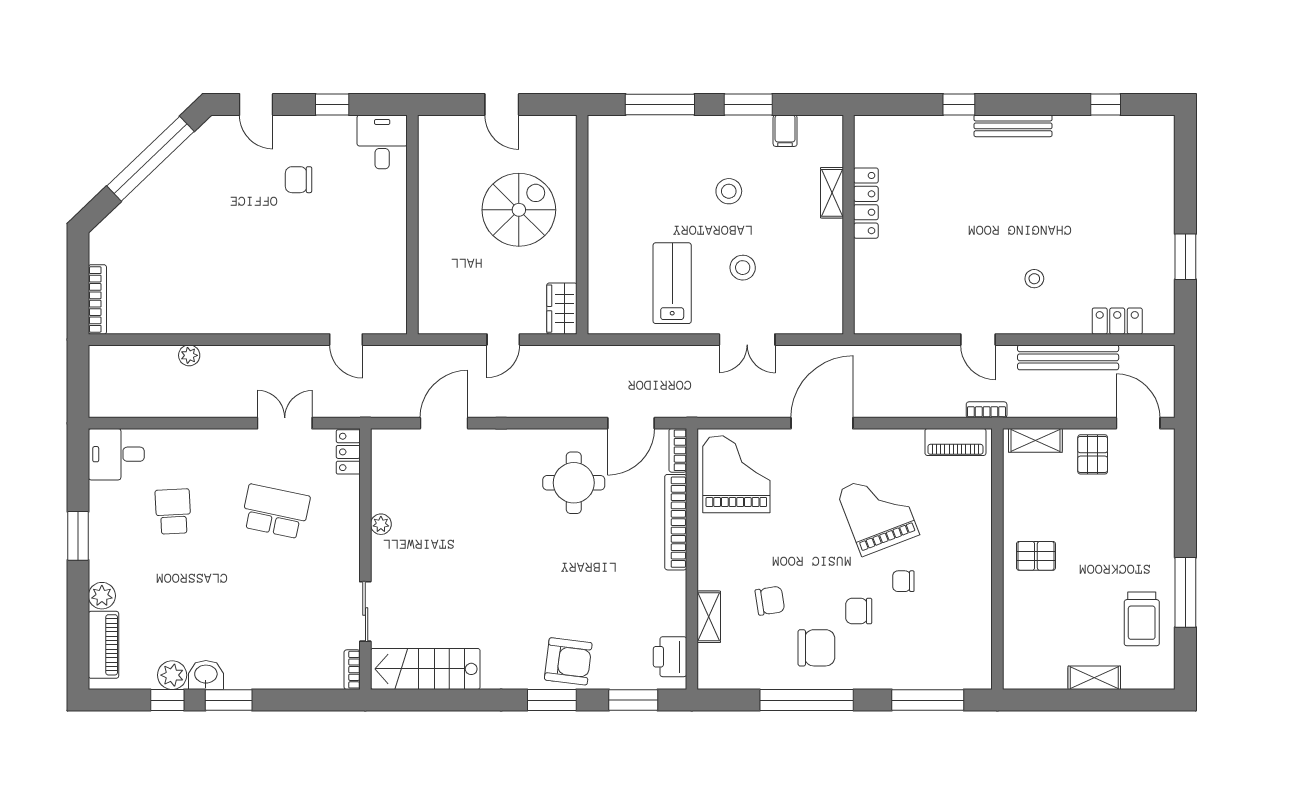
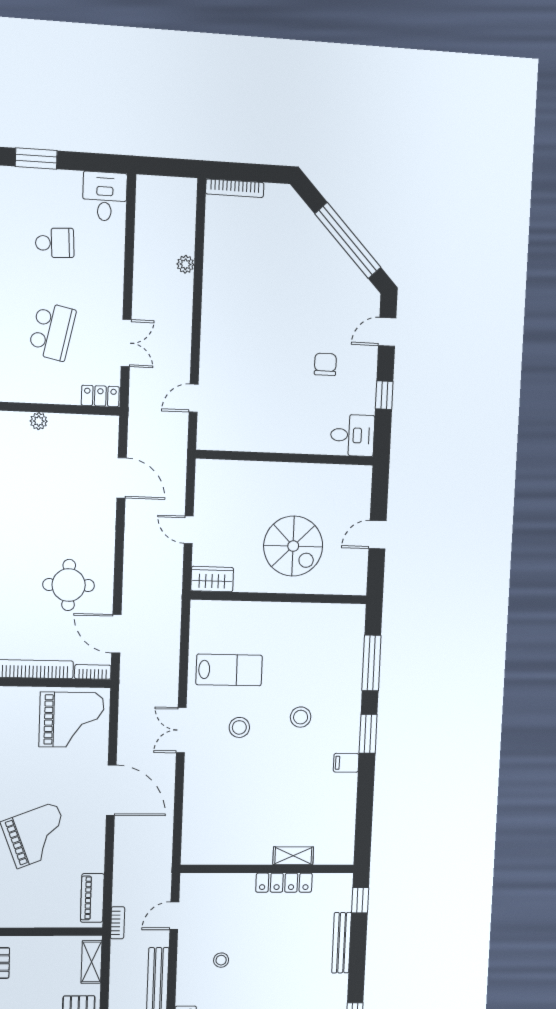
shelving: (832, 193) -> (293, 856), moved
locker: (866, 203) -> (284, 883), moved
wall: (849, 225) -> (268, 869), moved

